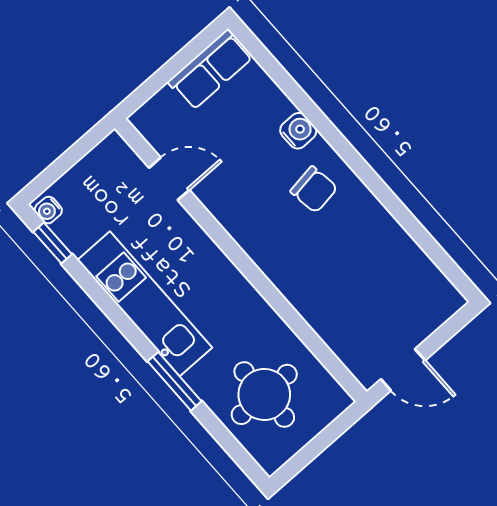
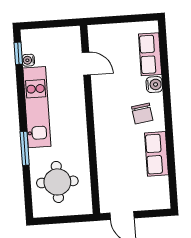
row of seats: (210, 69) -> (150, 54), moved, turned 90
water cooler: (48, 210) -> (28, 60), moved
row of seats: (383, 235) -> (156, 154), added

